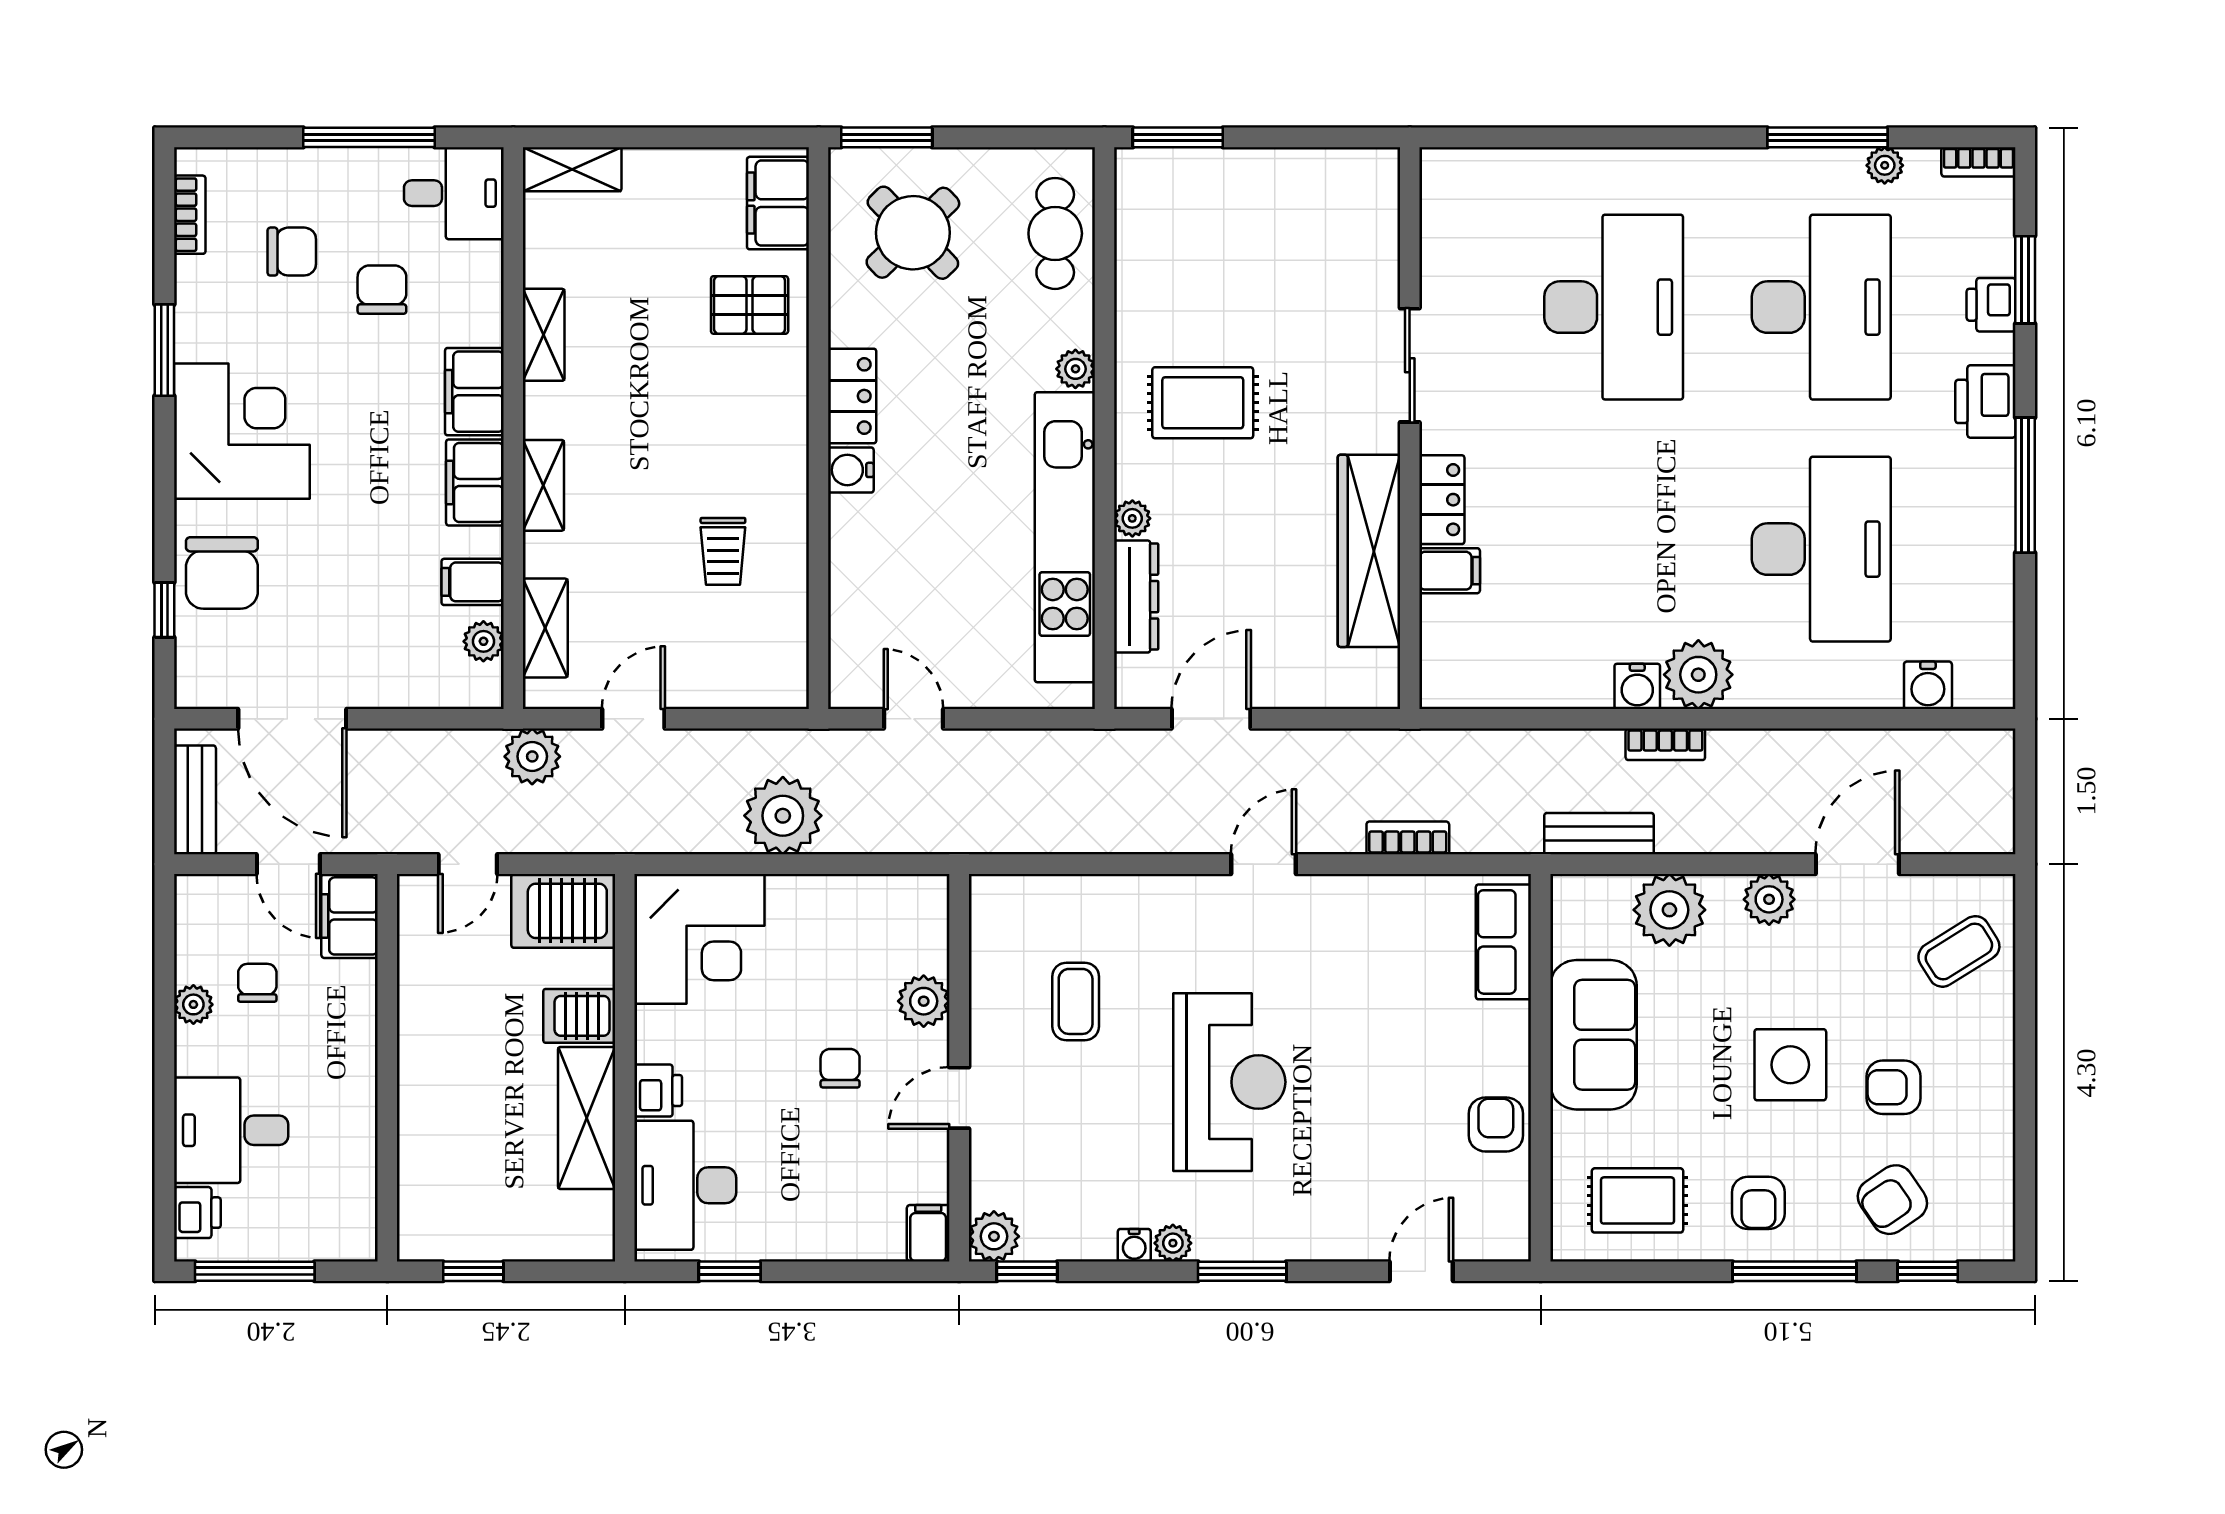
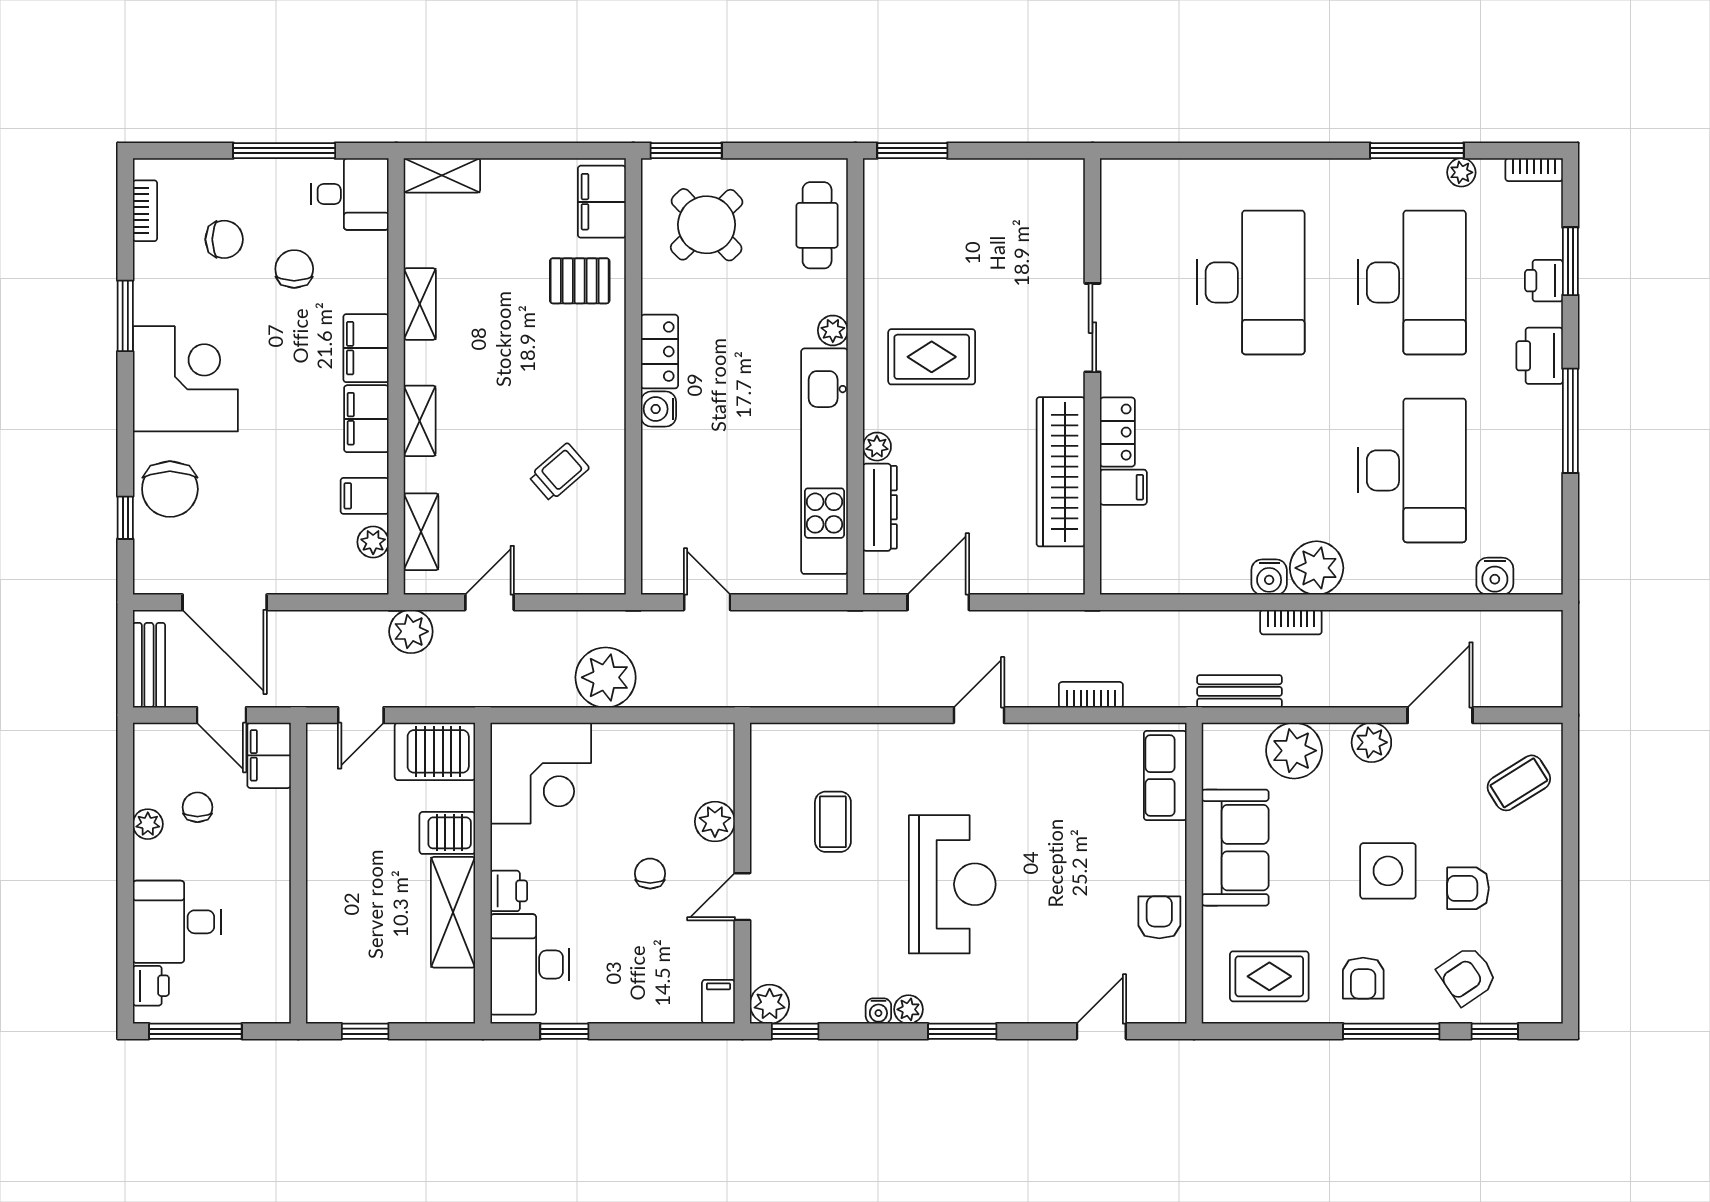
trolley: (723, 551) -> (559, 472), turned -131

